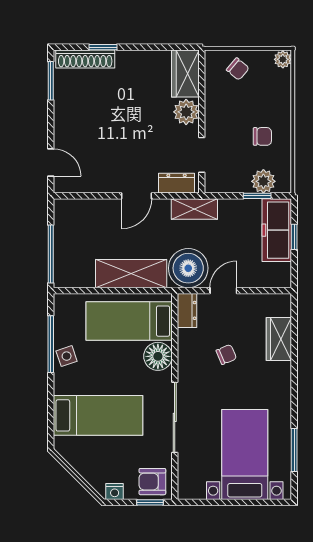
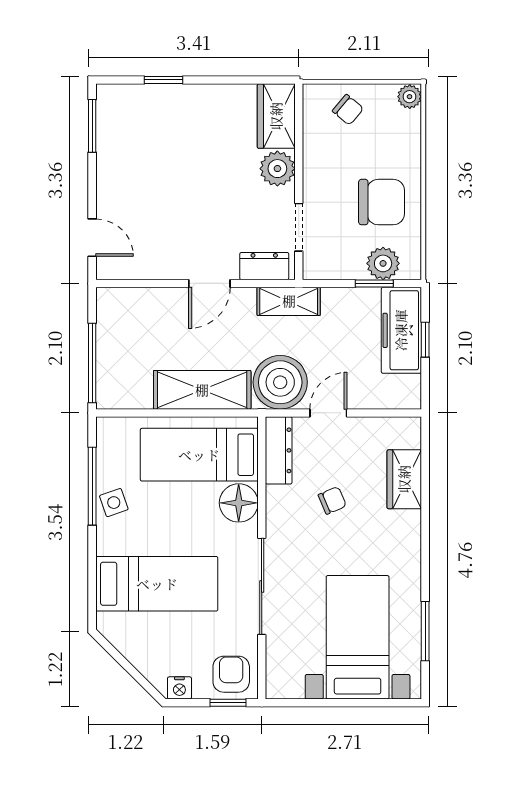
shoe rack: (85, 59) -> (139, 96), removed
chair: (262, 136) -> (382, 202), width x1.87, depth x1.87
dresser: (187, 310) -> (279, 450), width x1.44
armchair: (152, 482) -> (231, 674), turned 90

